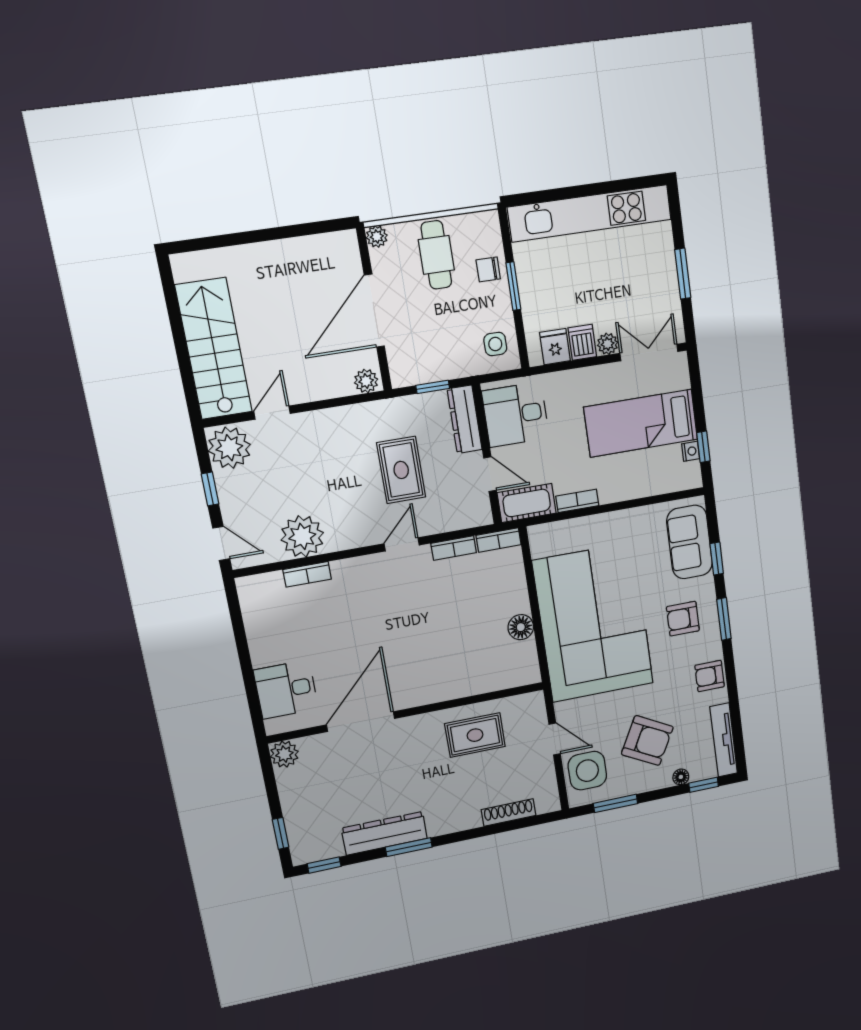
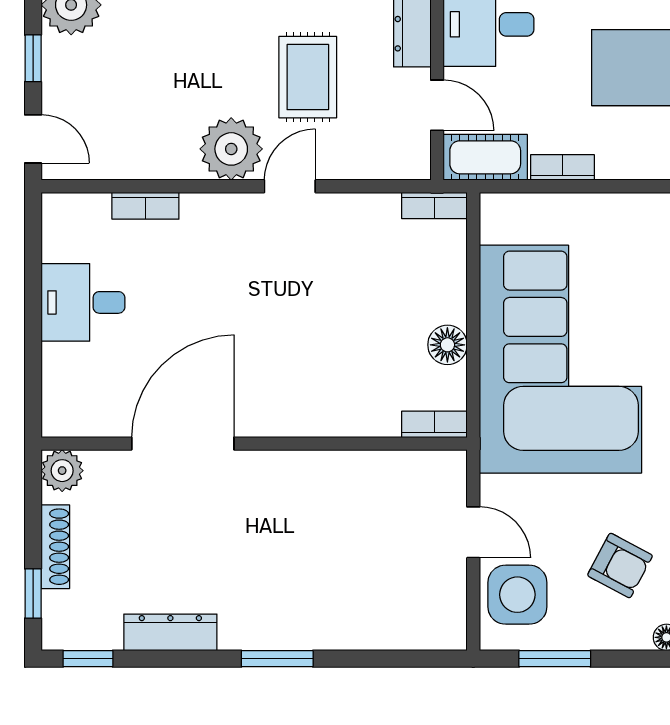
plant: (302, 536) -> (231, 149), moved
bookcase: (454, 548) -> (434, 424), moved, turned 180
desk: (286, 690) -> (83, 302), moved
rug: (475, 735) -> (351, 500), removed
armchair: (647, 741) -> (620, 565), width x0.72, depth x0.72
shoe rack: (509, 812) -> (55, 547), moved, turned 90
dresser: (384, 833) -> (170, 632), width x0.73, depth x0.80
window: (409, 847) -> (277, 659), moved

